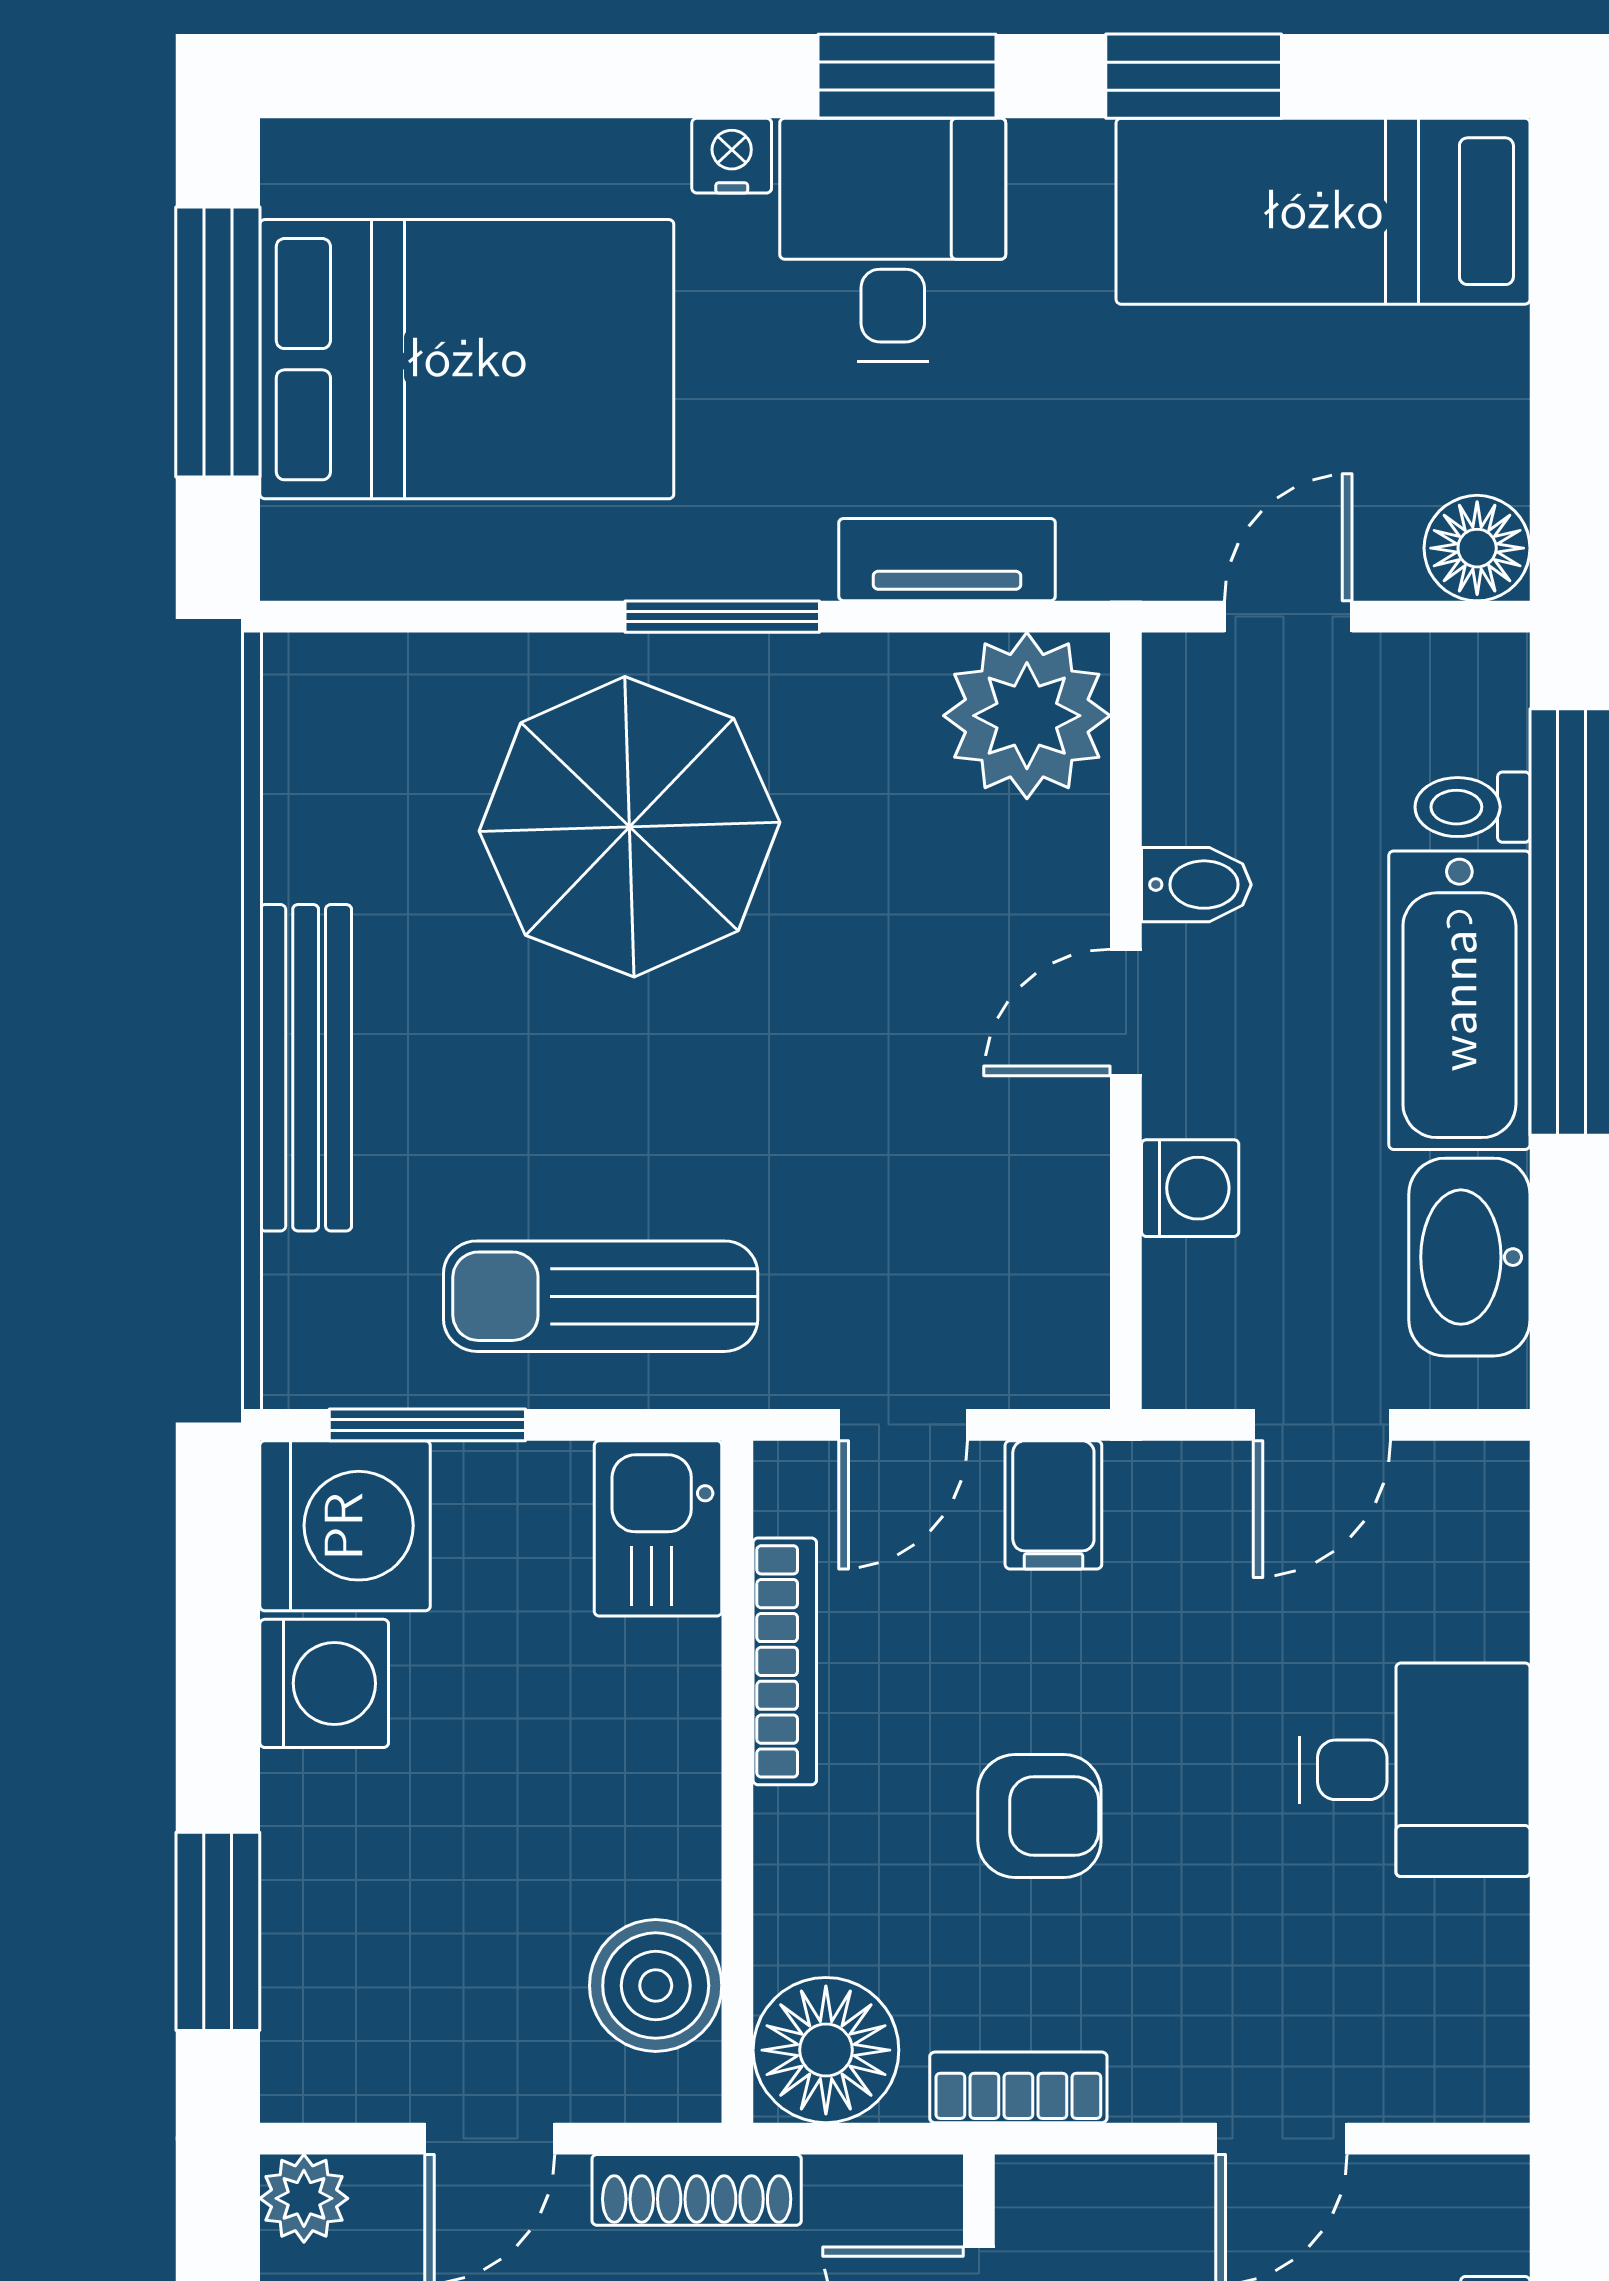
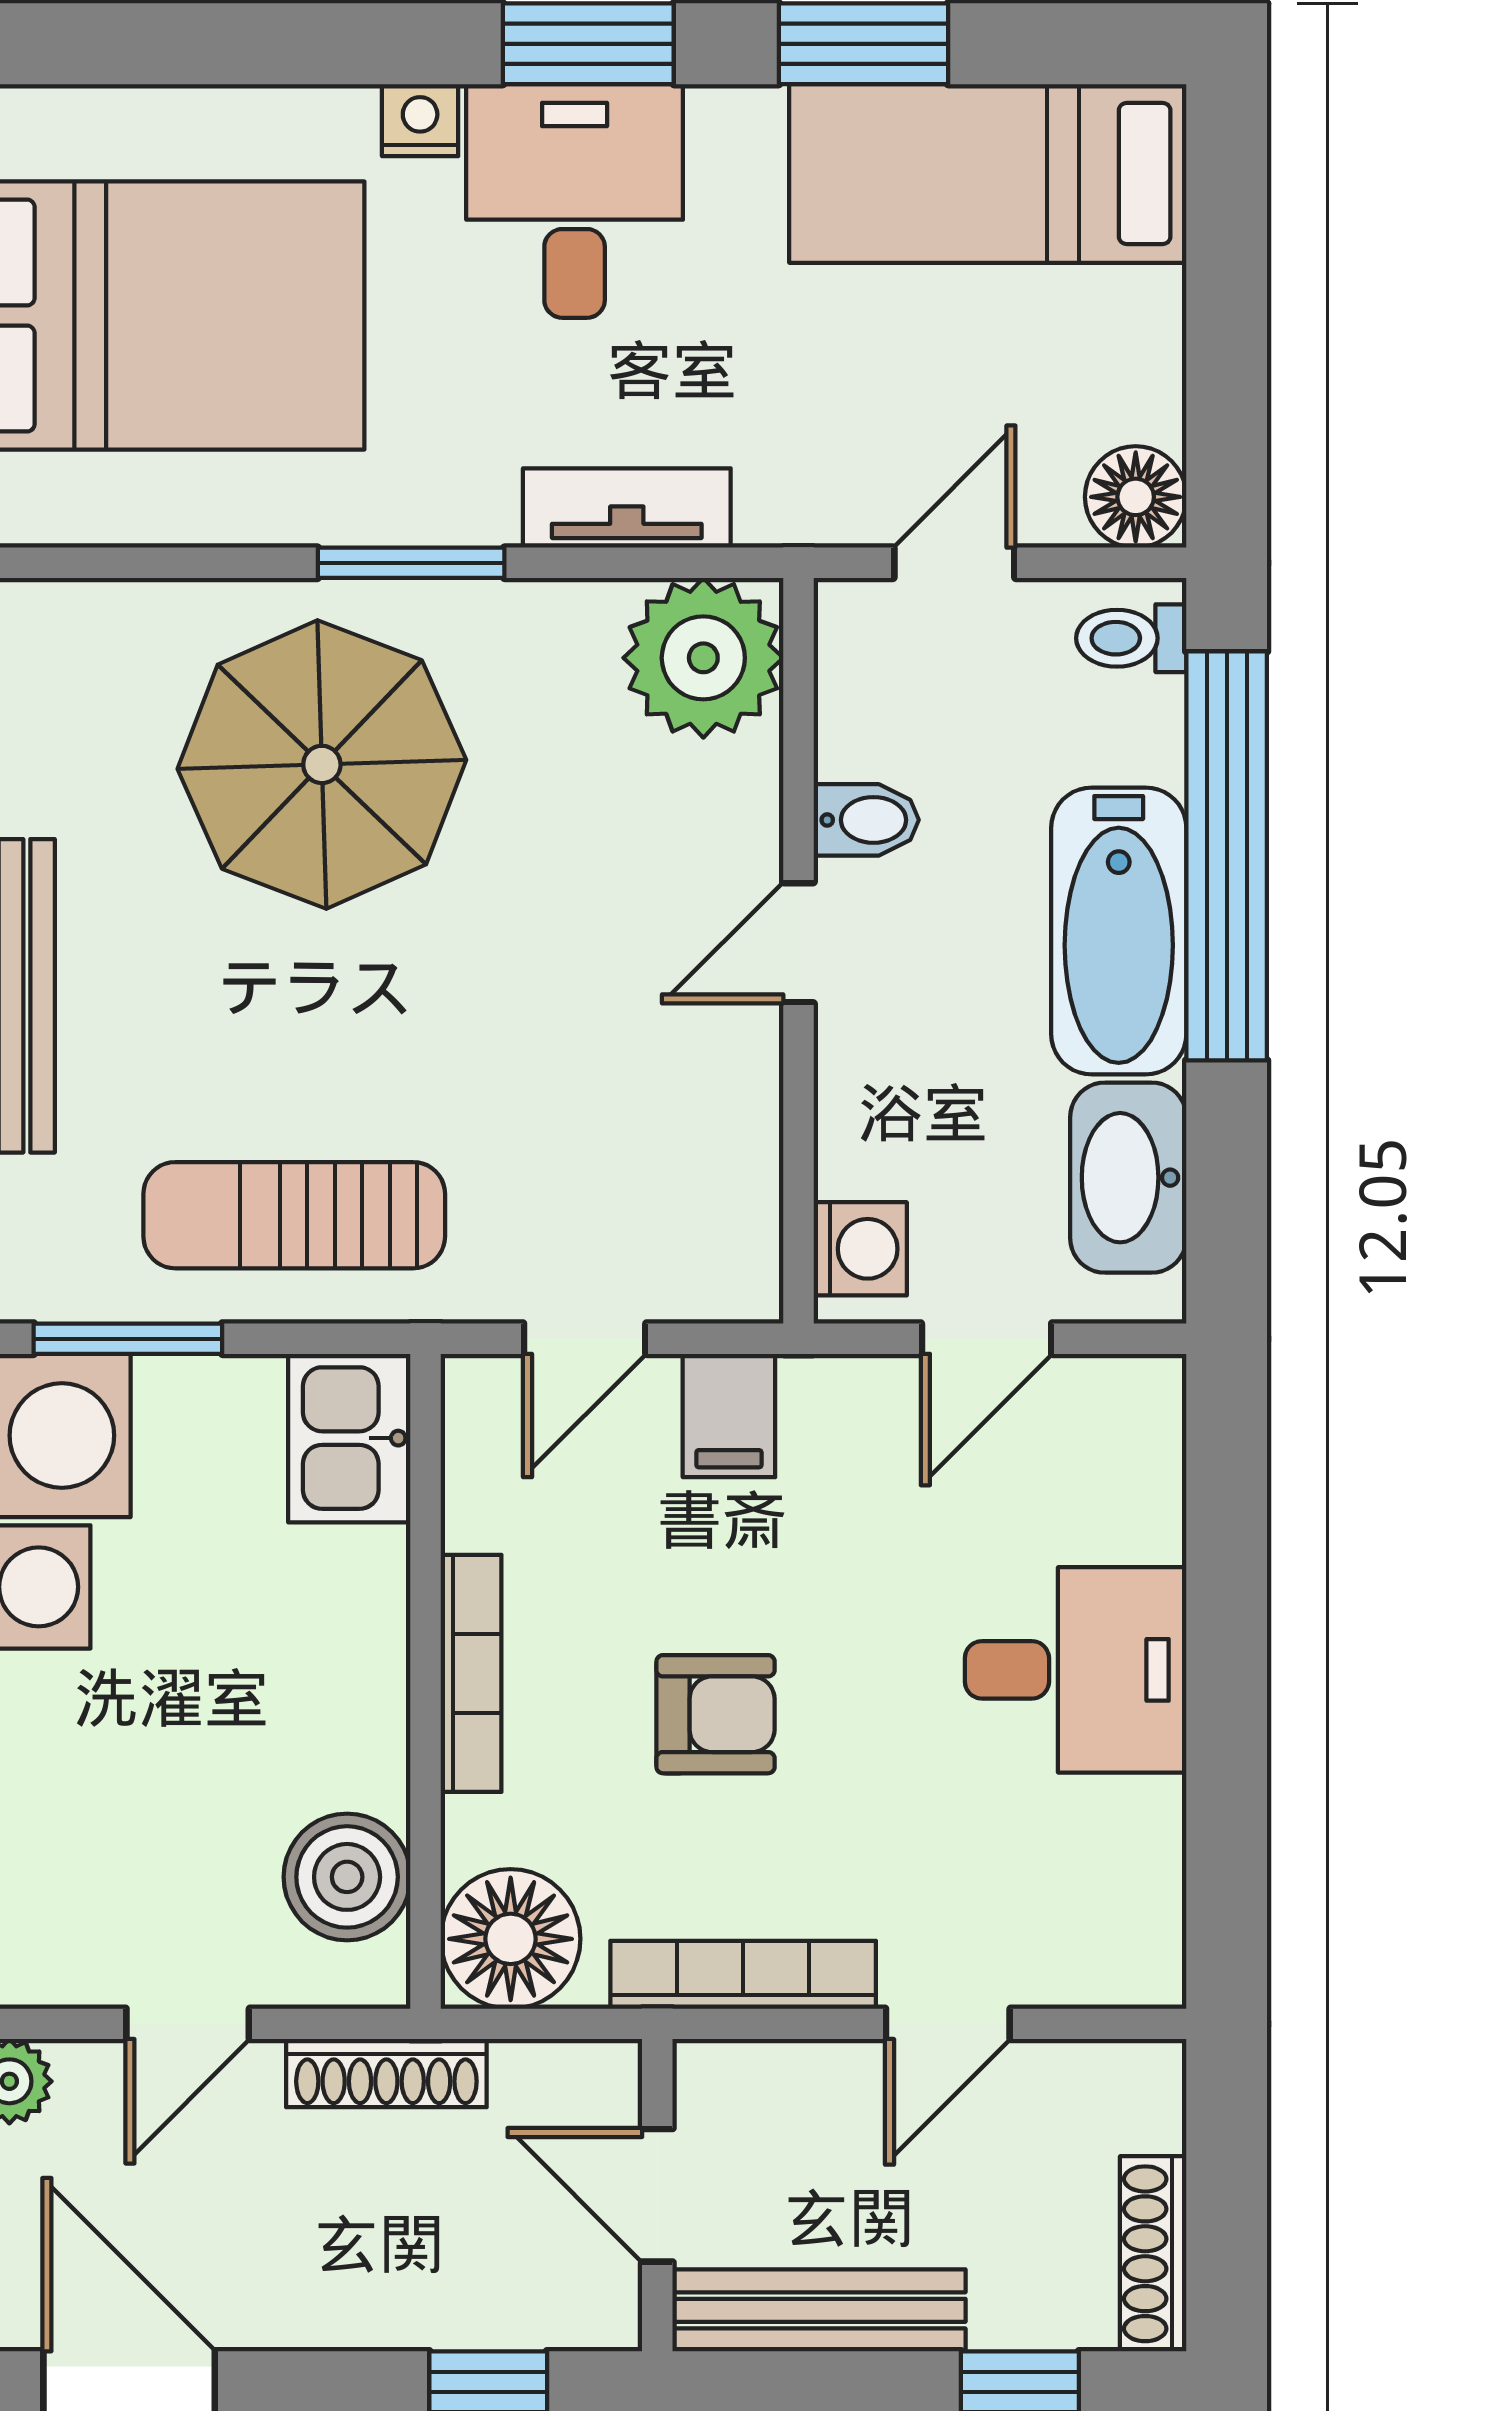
toilet: (1472, 807) -> (1131, 638), moved
washing machine: (1190, 1188) -> (860, 1249), moved
bookcase: (785, 1661) -> (471, 1673), moved
bookcase: (1018, 2087) -> (743, 1975), width x1.56

